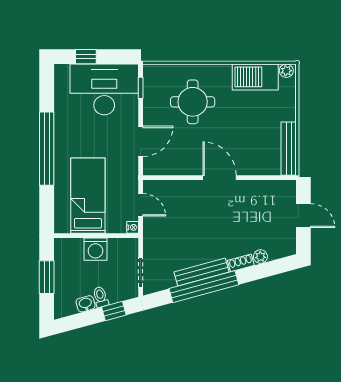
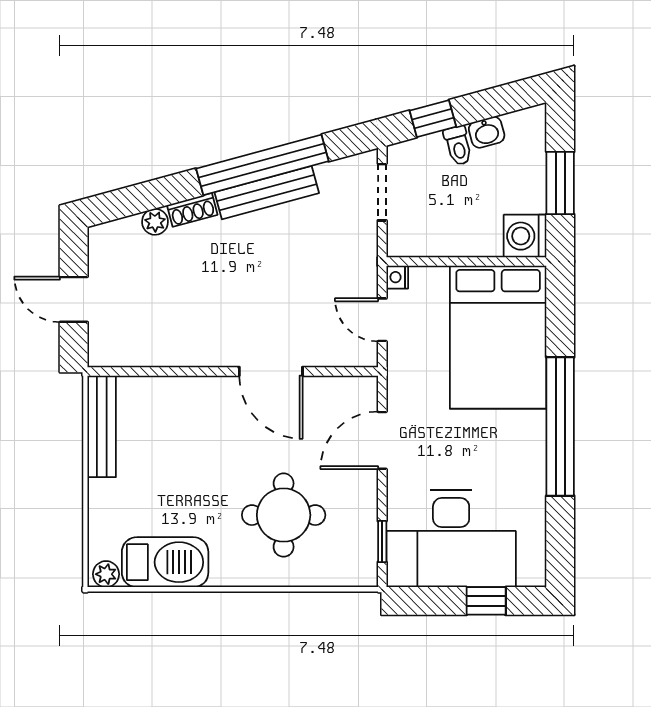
door: (220, 178) -> (271, 371), moved
bed: (88, 196) -> (498, 337), width x1.50
washing machine: (95, 249) -> (525, 236), moved, turned -90

